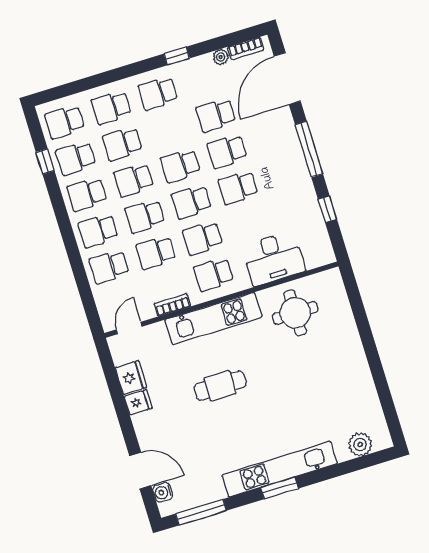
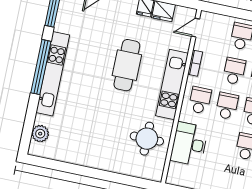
door: (129, 328) -> (196, 28), swing flipped
cafe table: (220, 386) -> (127, 65), width x1.37, depth x1.35
window: (279, 488) -> (41, 67), width x2.11

